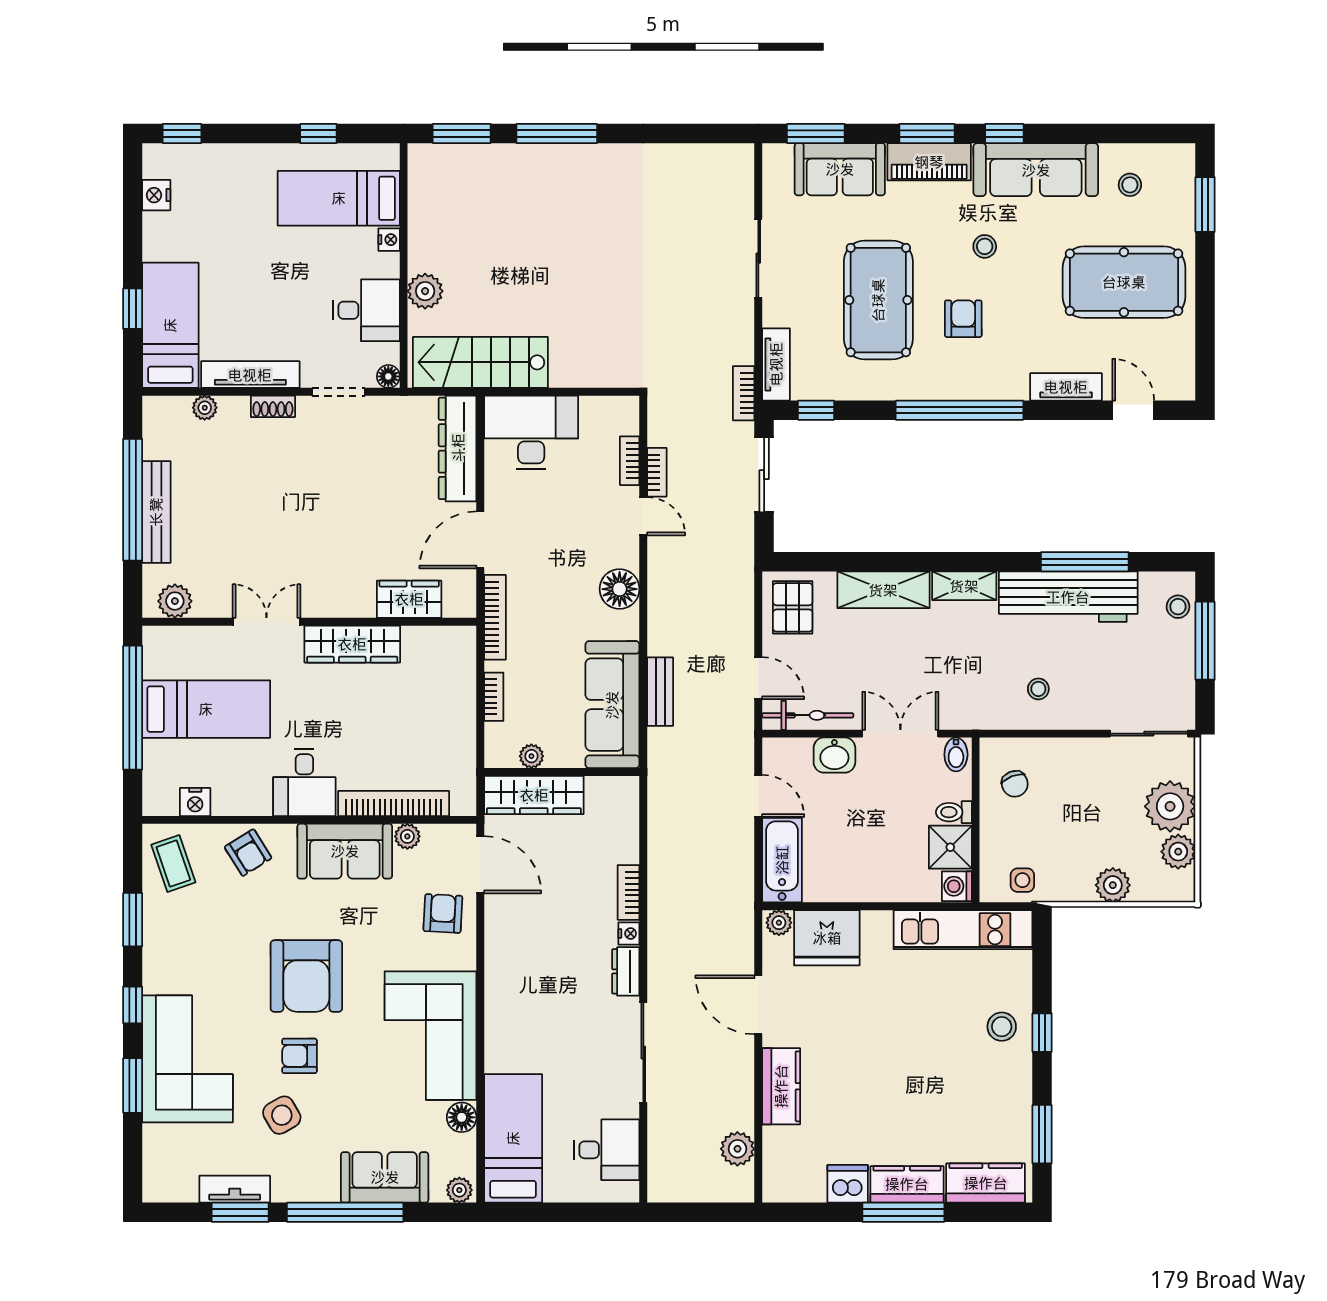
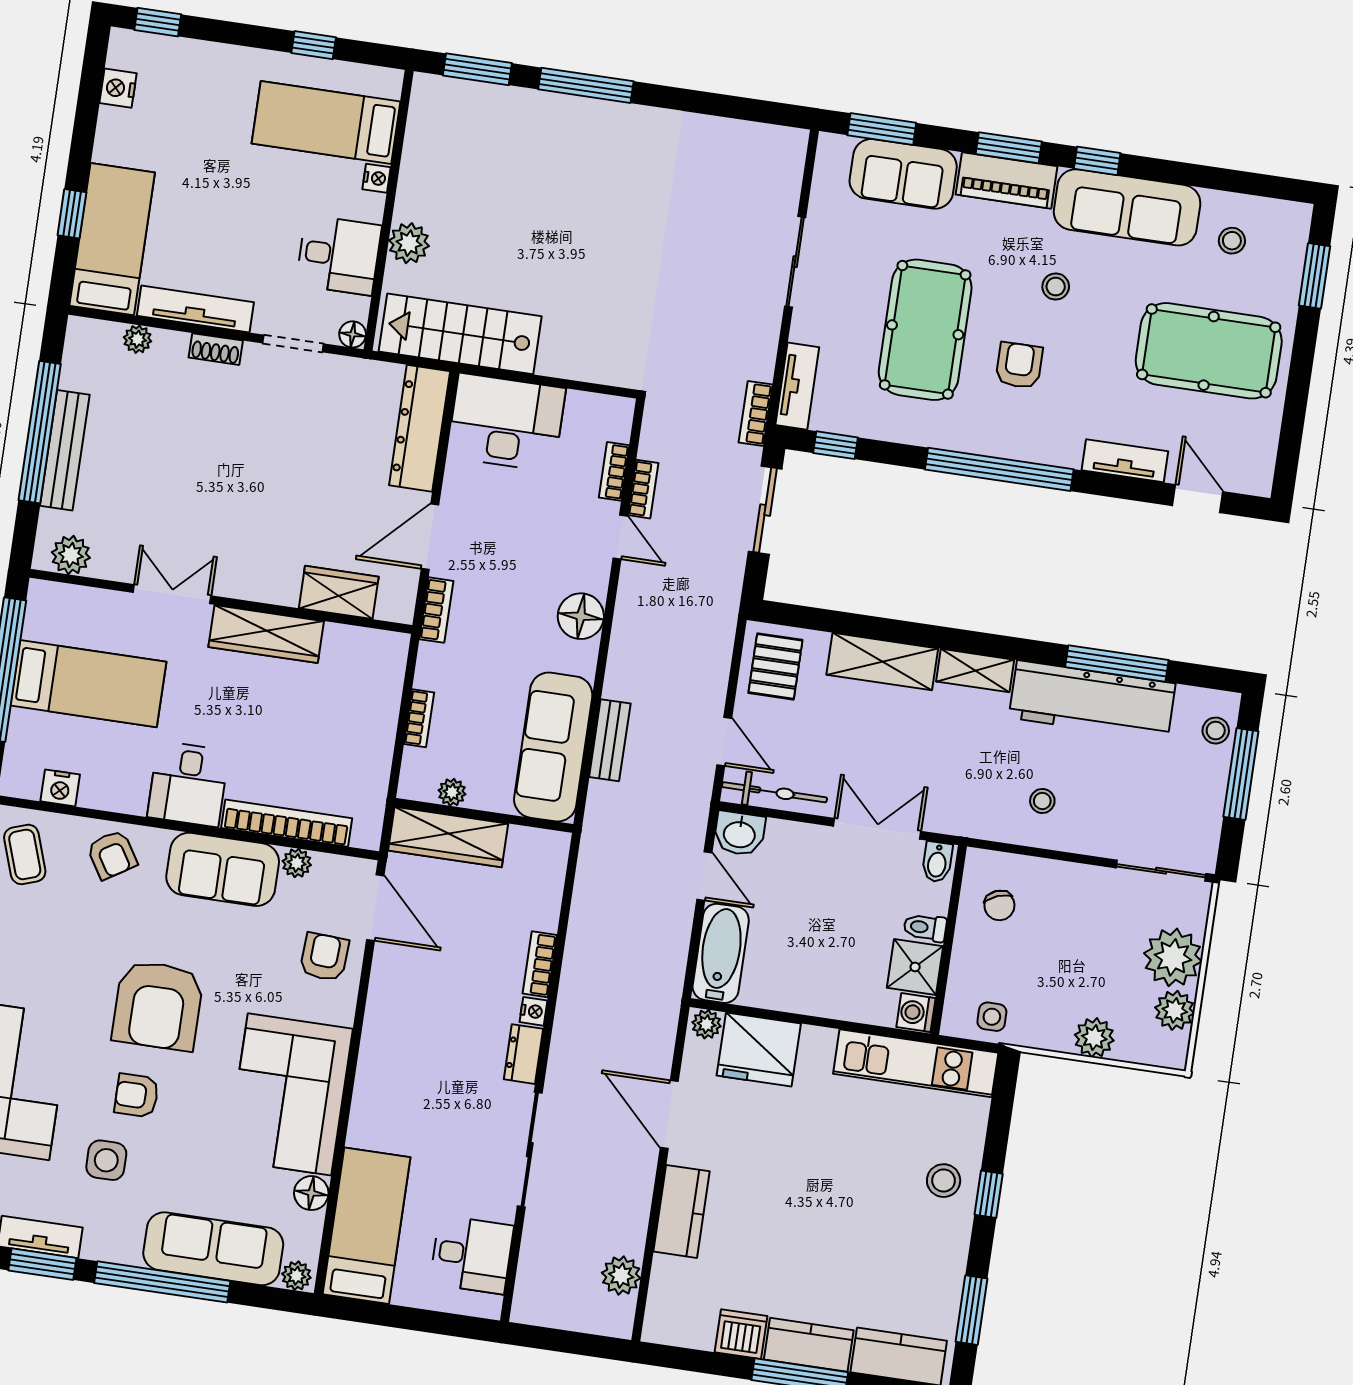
bookcase: (495, 617) -> (436, 610), width x0.64
washbasin: (834, 755) -> (739, 833), moved
side table: (282, 1115) -> (106, 1160), turned 30
sofa: (385, 1177) -> (213, 1249), width x1.36

